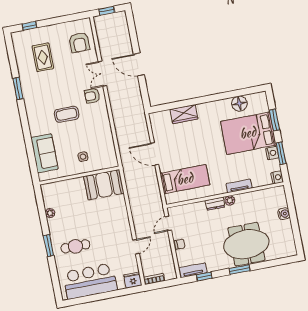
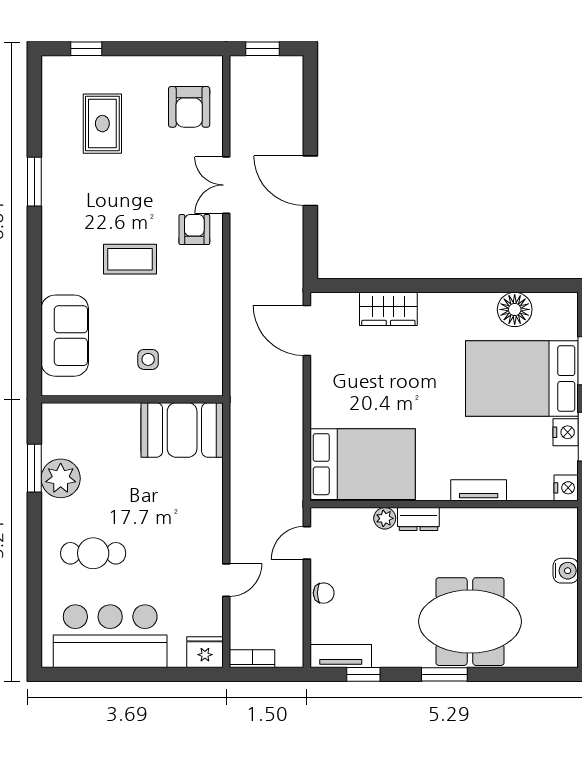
armchair: (92, 96) -> (194, 230), turned 90
door: (155, 154) -> (307, 330), moved
bed: (185, 179) -> (363, 464), width x1.50
plant: (230, 200) -> (385, 518), moved
plant: (50, 213) -> (61, 478), width x1.87, depth x1.87
window: (49, 246) -> (34, 468), moved

